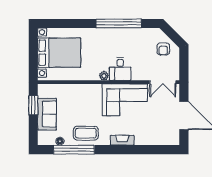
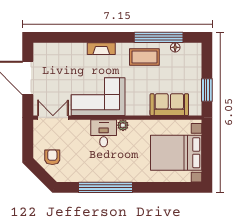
sofa: (47, 114) -> (169, 105), moved, turned 90

